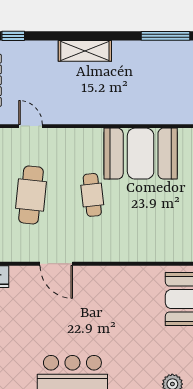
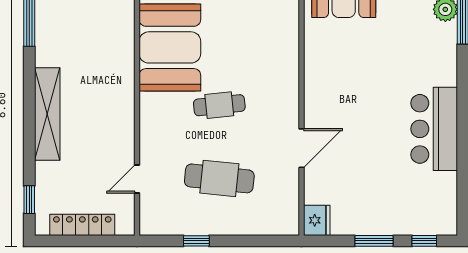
shelving: (85, 51) -> (47, 114), width x1.47

